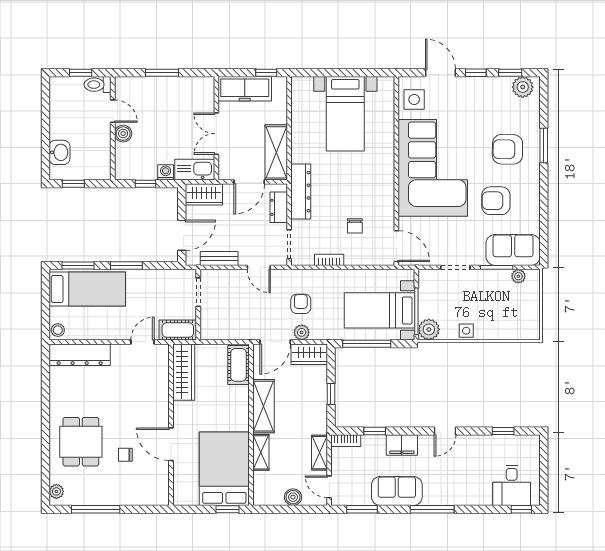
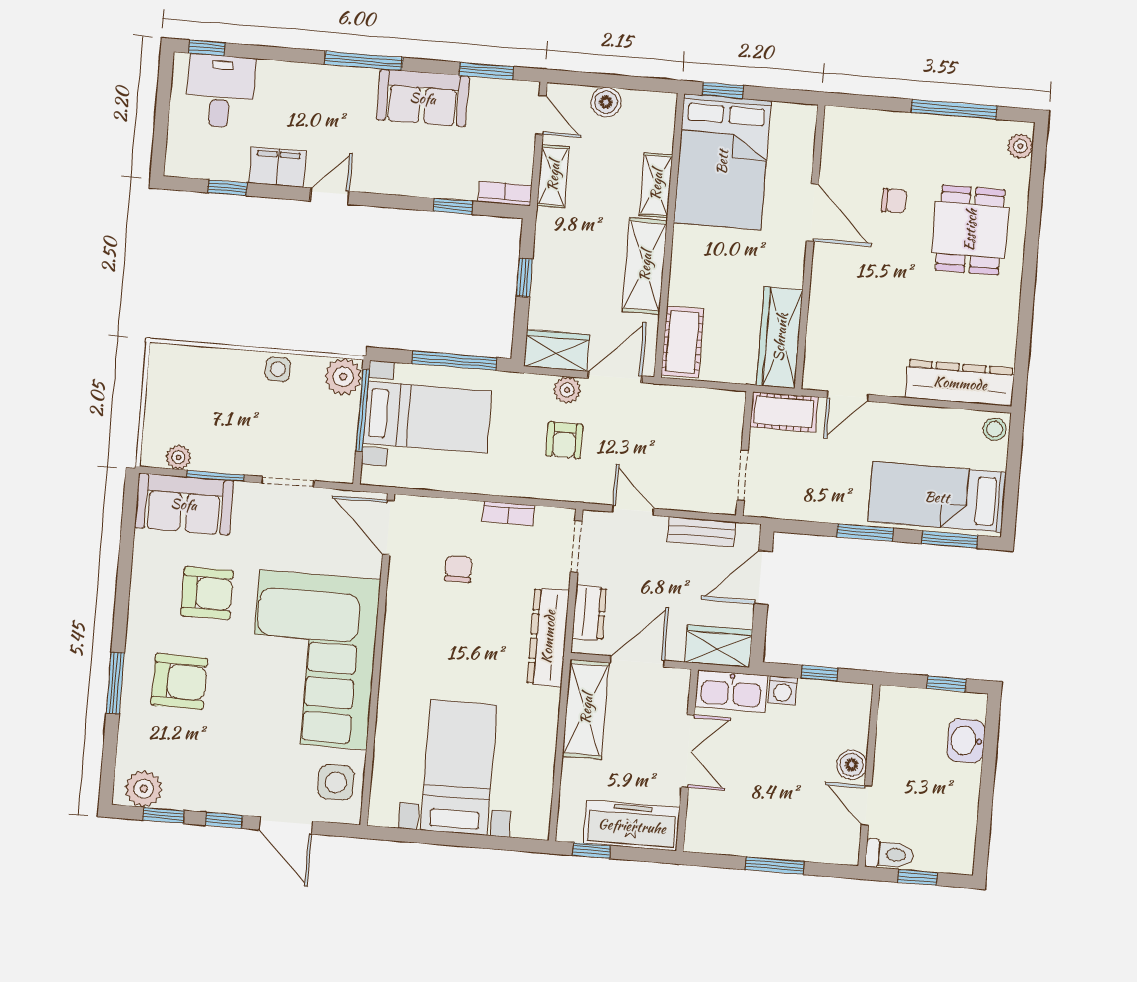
filing cabinet: (402, 445) -> (278, 167), moved

